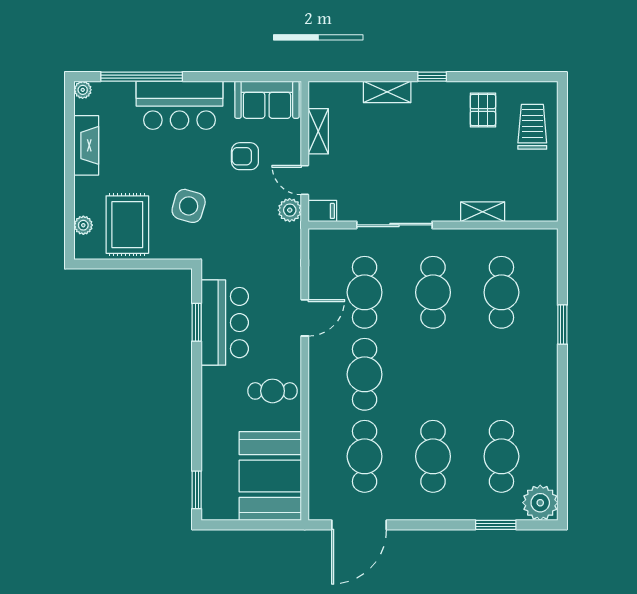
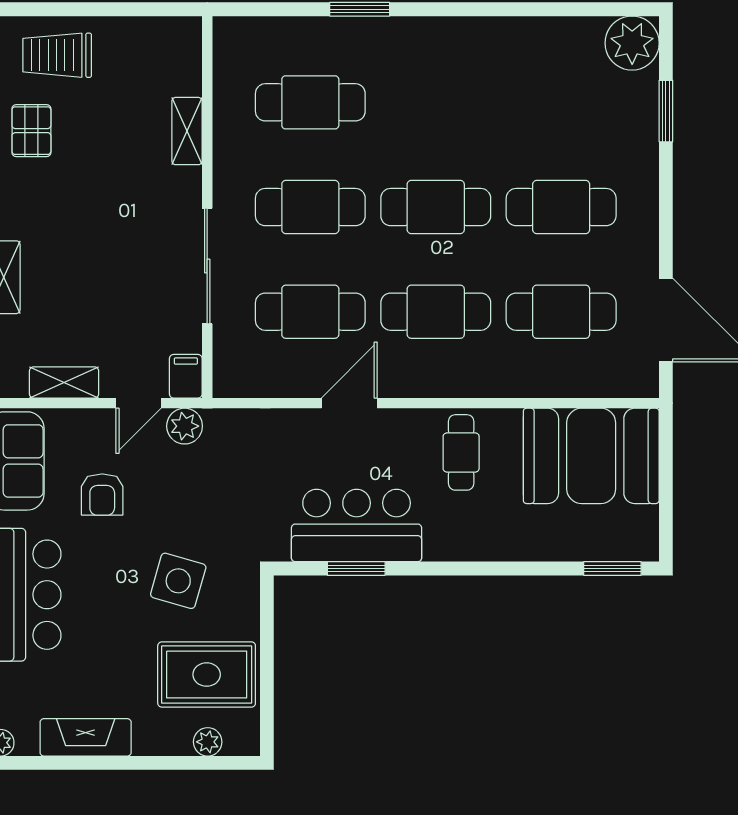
pallet: (483, 110) -> (31, 131), turned 90
door: (305, 318) -> (349, 403), hinge flipped
cafe table: (501, 456) -> (436, 207), moved

